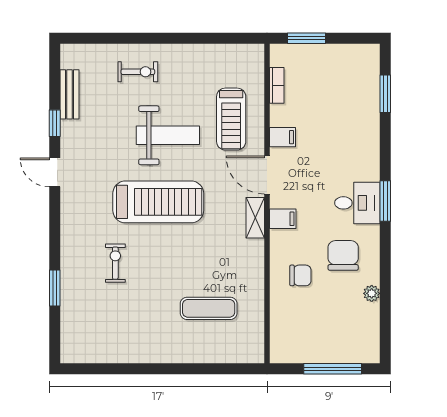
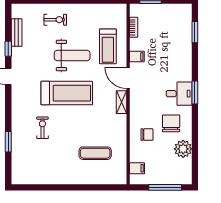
filing cabinet: (283, 219) -> (137, 168), moved
plant: (372, 293) -> (183, 149), width x1.88, depth x1.88

